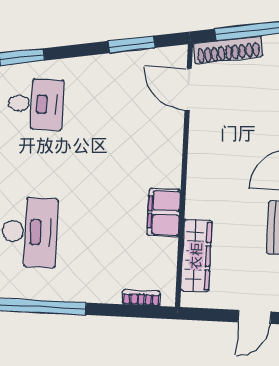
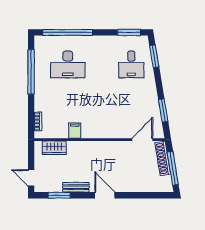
filing cabinet: (164, 213) -> (75, 131), width x0.50
wardrobe: (196, 256) -> (54, 148), width x0.67

